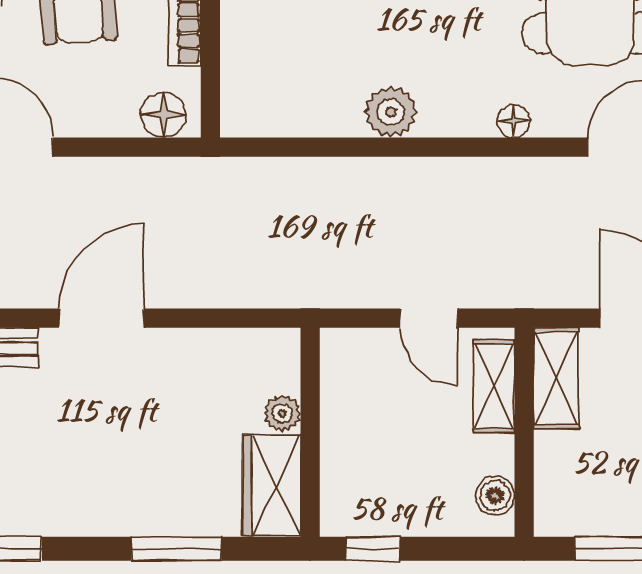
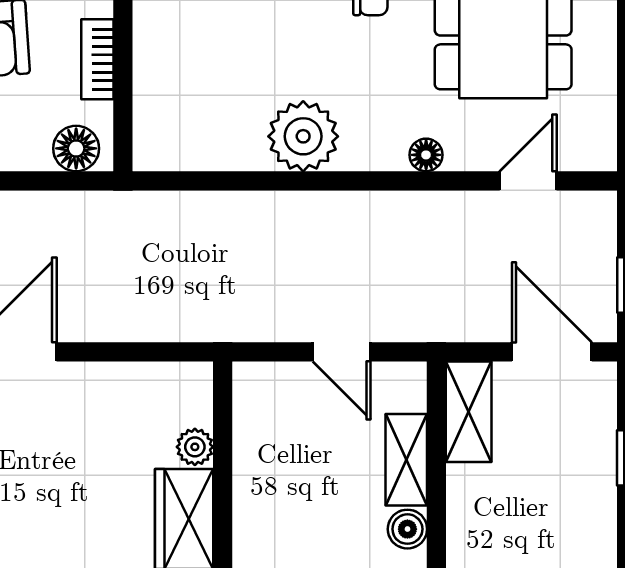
plant: (391, 112) -> (303, 136), width x1.36, depth x1.36
shelving: (494, 386) -> (406, 460), moved

